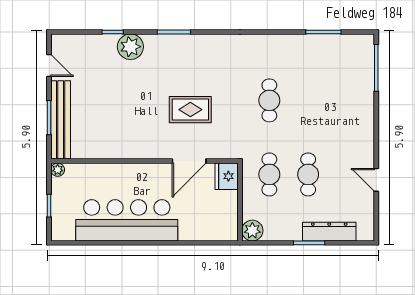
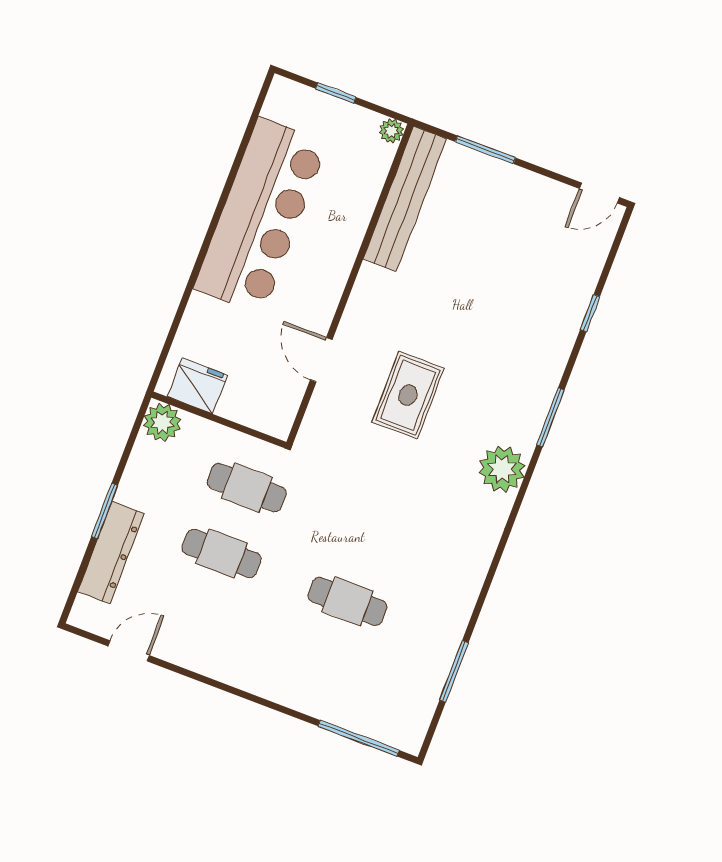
plant: (130, 47) -> (502, 469), moved
door: (49, 65) -> (599, 193), moved
cafe table: (269, 100) -> (347, 601), moved
bench: (61, 120) -> (405, 199), moved, turned 90
door: (189, 161) -> (321, 360), width x0.73
fridge: (227, 176) -> (197, 386), moved
door: (376, 180) -> (129, 651), moved

